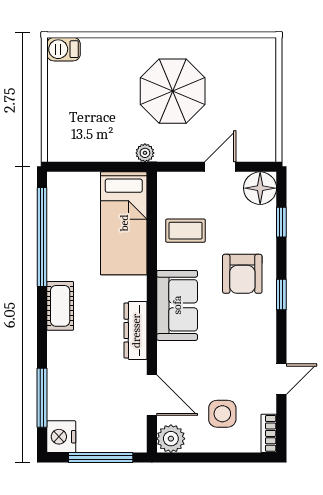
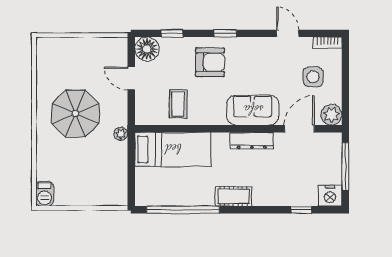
sofa: (177, 305) -> (253, 110), moved
window: (42, 398) -> (301, 210), width x0.46

